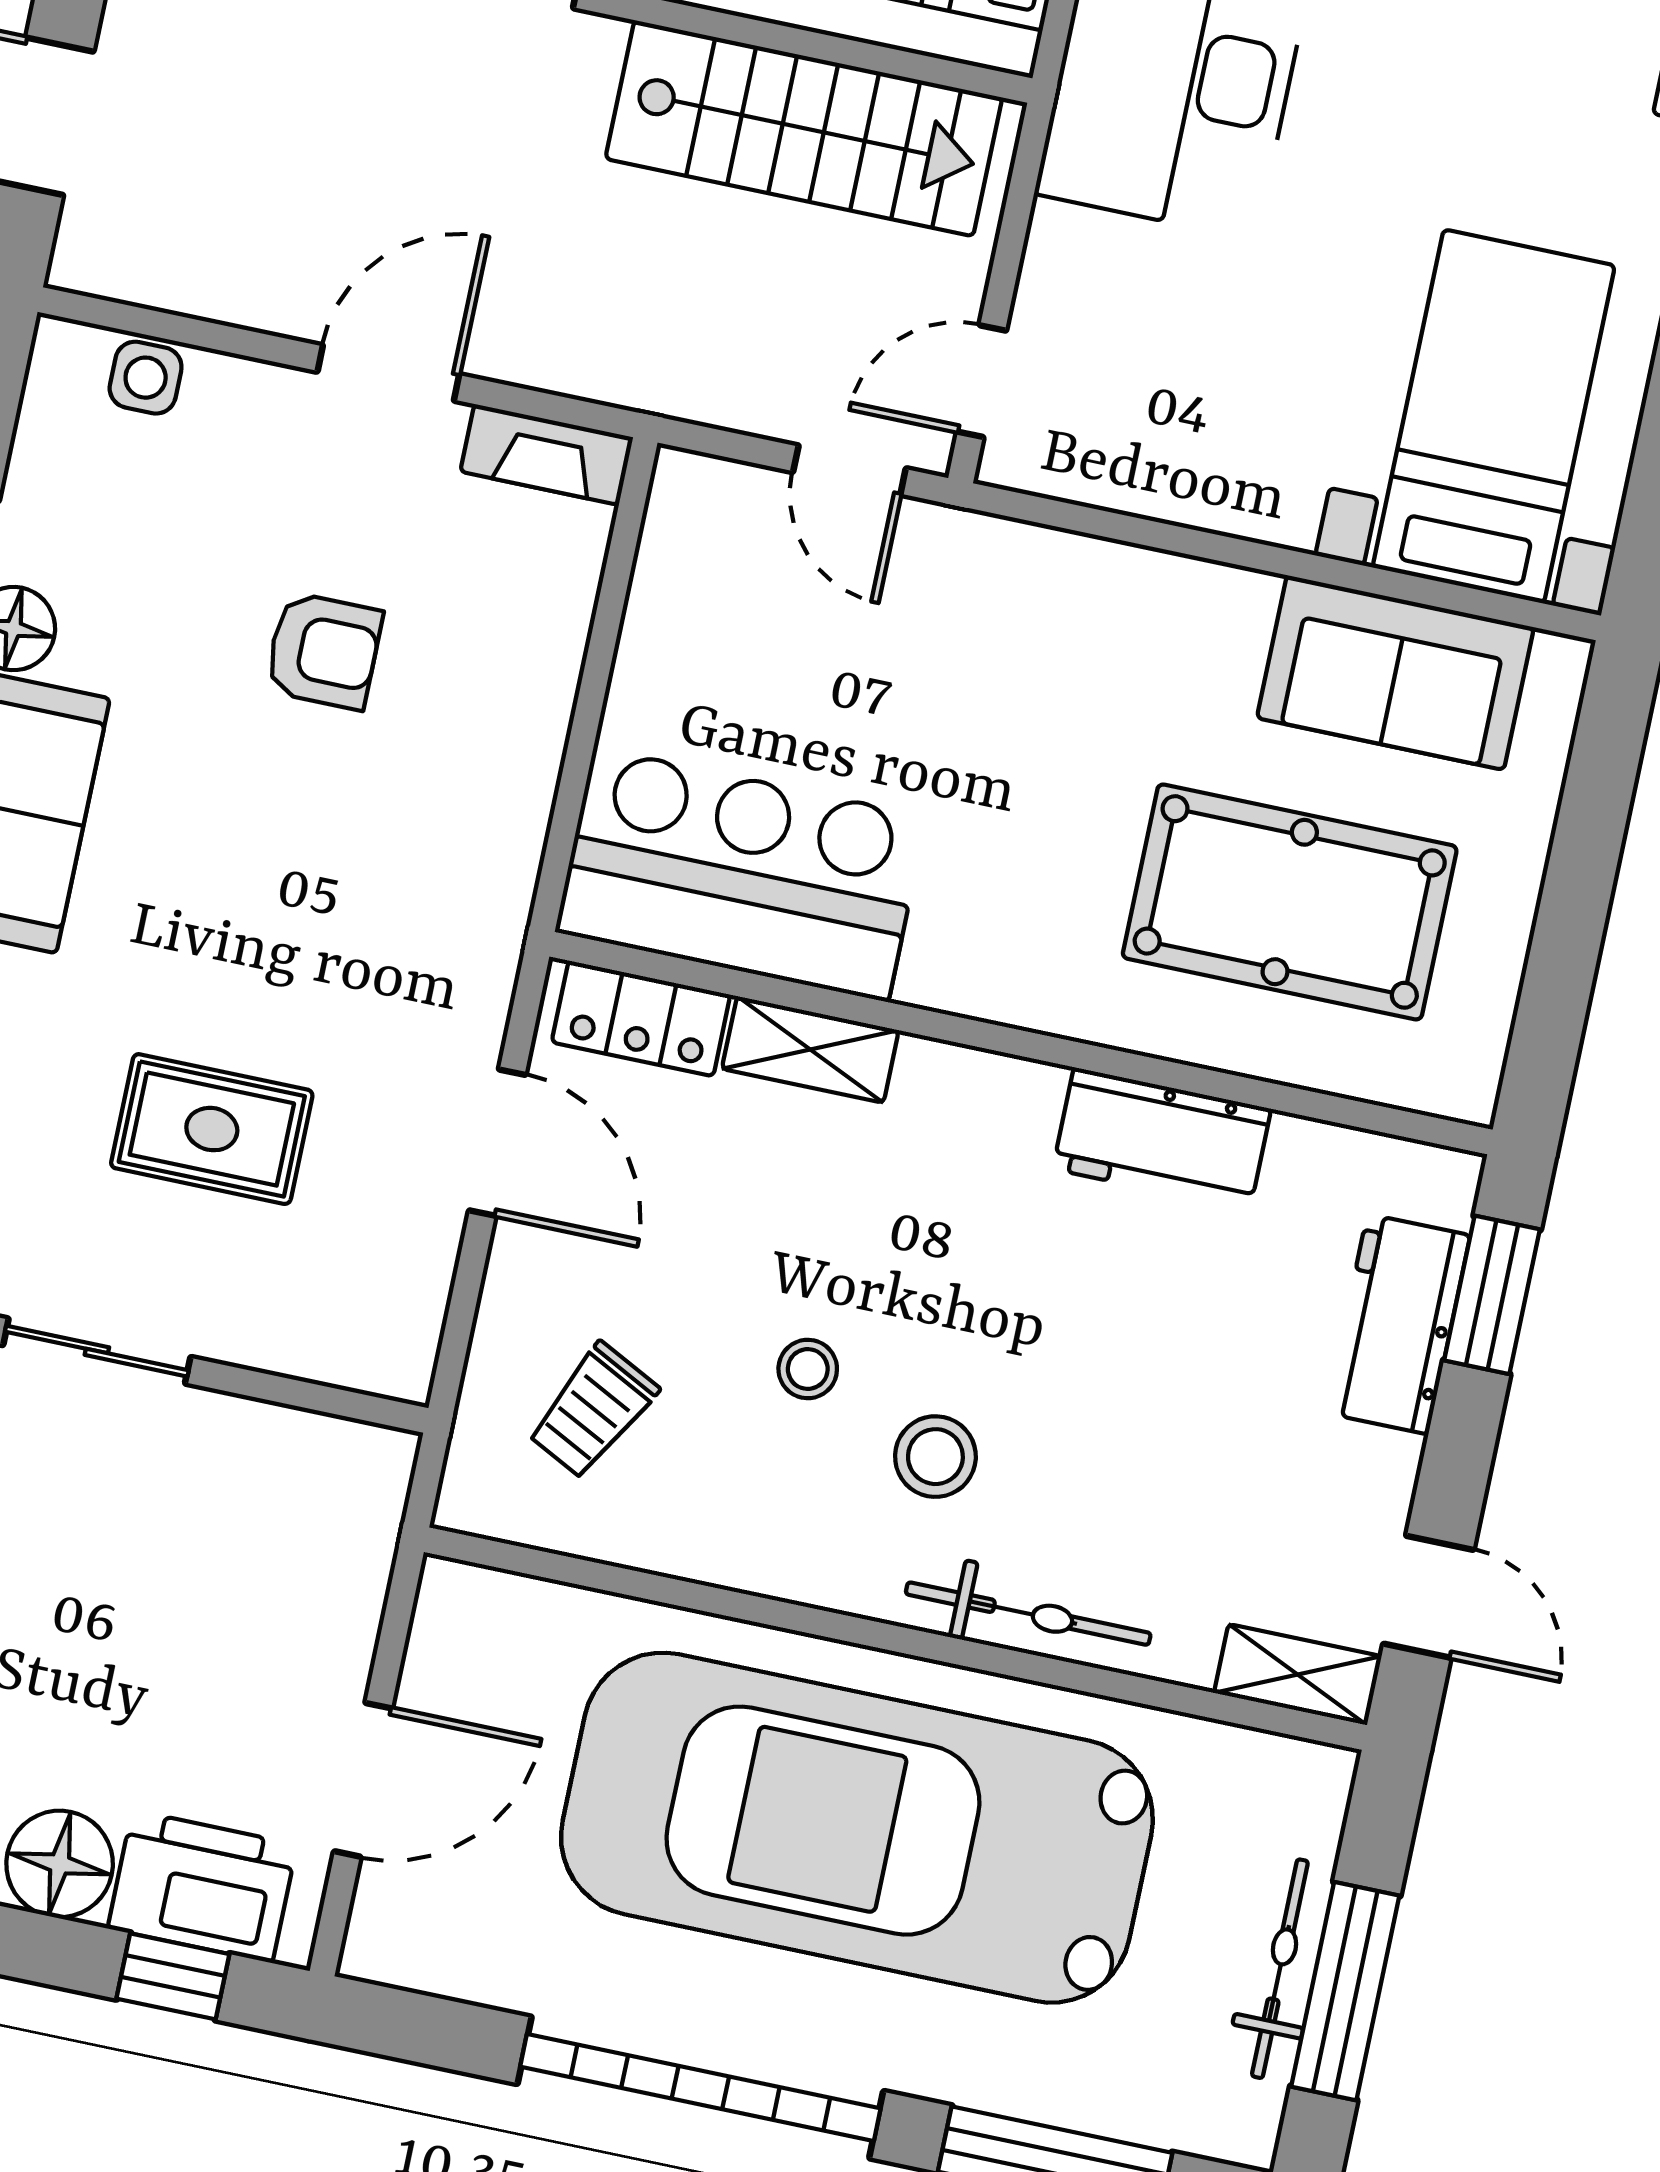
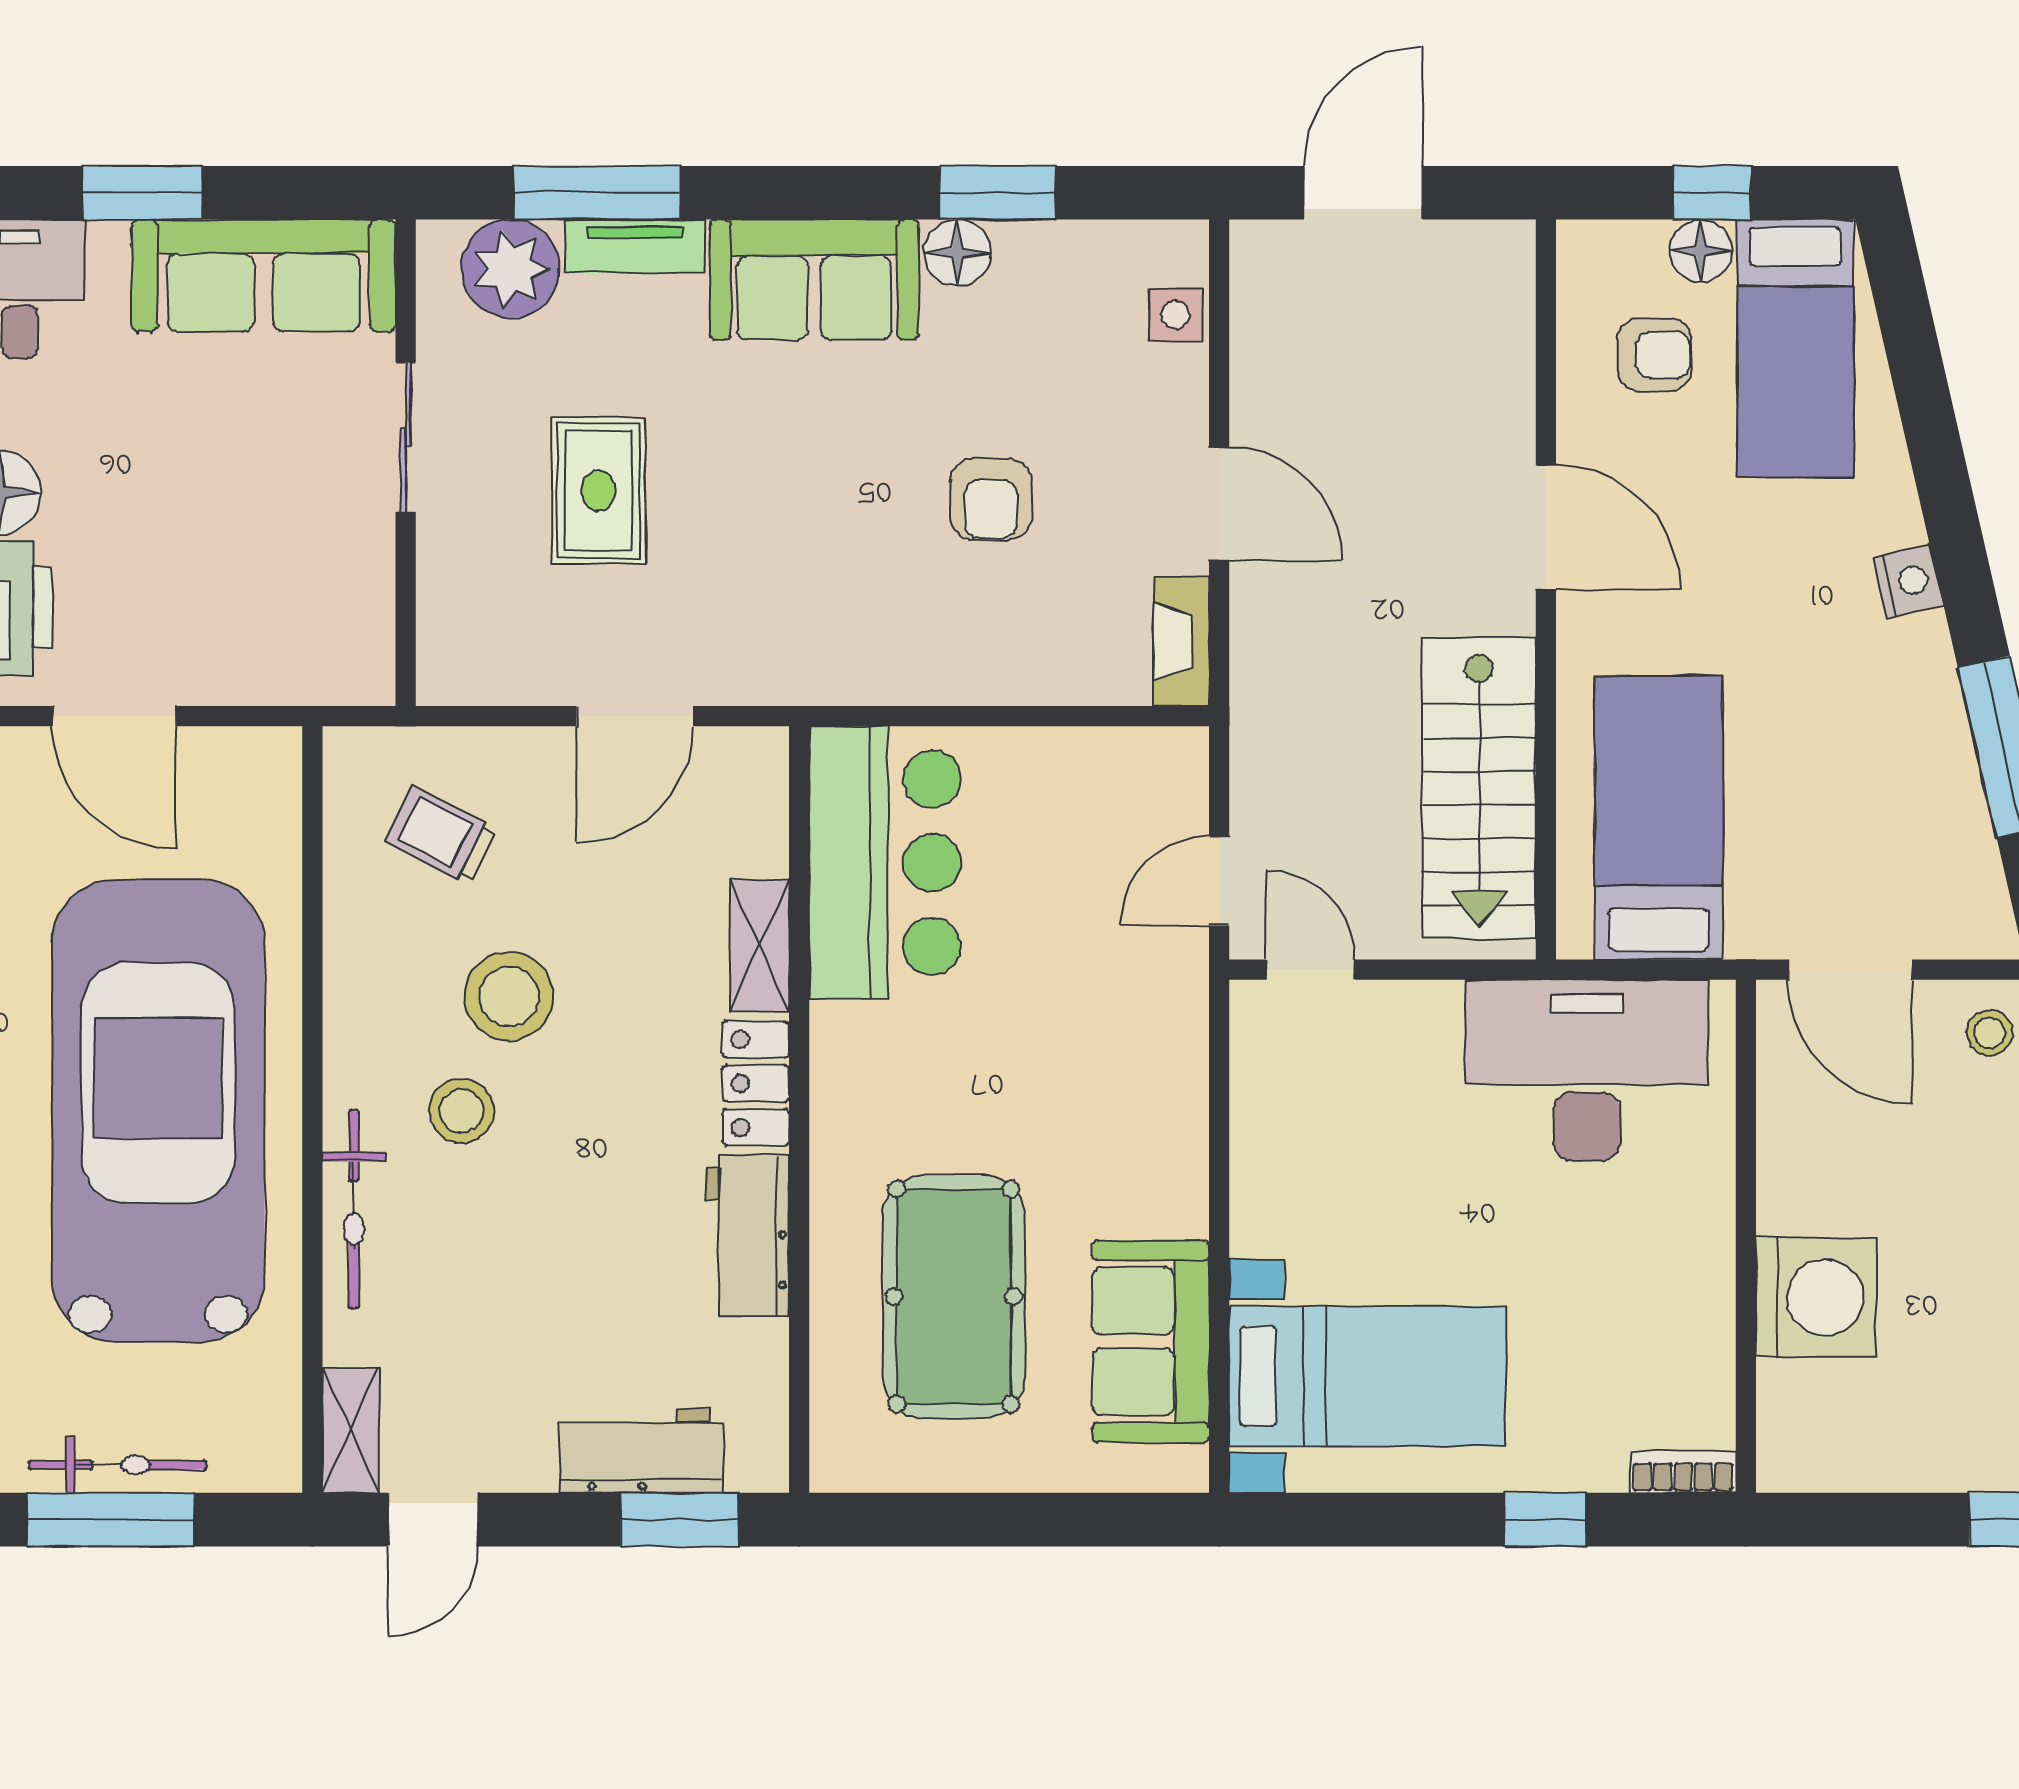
locker: (641, 1018) -> (756, 1083), moved
stool: (808, 1369) -> (509, 996), width x1.89, depth x1.89

